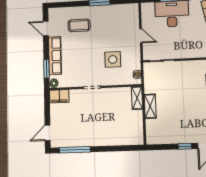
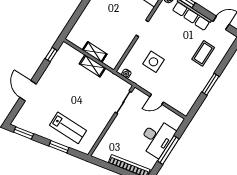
shelving: (137, 98) -> (95, 52), moved
window: (185, 146) -> (51, 55), moved

